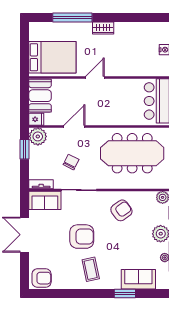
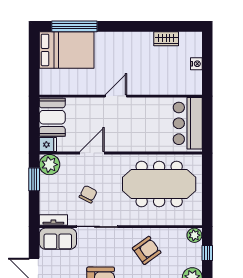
window: (72, 17) -> (74, 26), moved
wardrobe: (103, 28) -> (166, 39), moved
bed: (52, 57) -> (67, 50), moved

